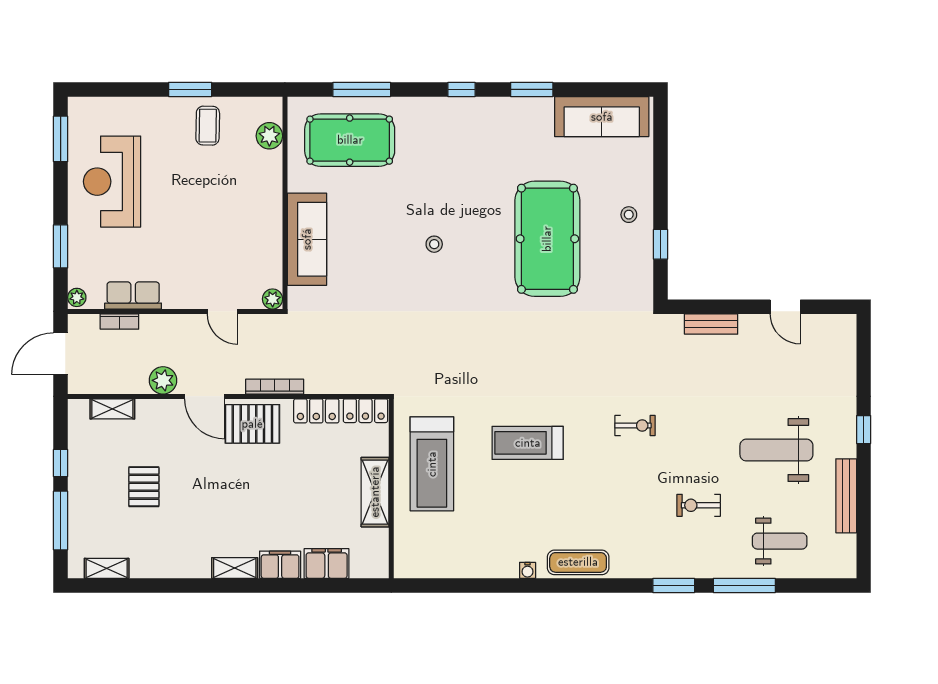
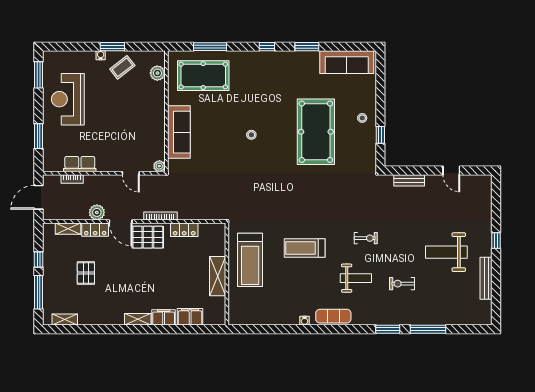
water cooler: (170, 104) -> (101, 55), added
coffee table: (208, 126) -> (122, 67), turned 51
plant: (77, 297) -> (48, 165), removed
locker: (365, 411) -> (95, 230), moved
weight bench: (780, 541) -> (356, 278), moved

